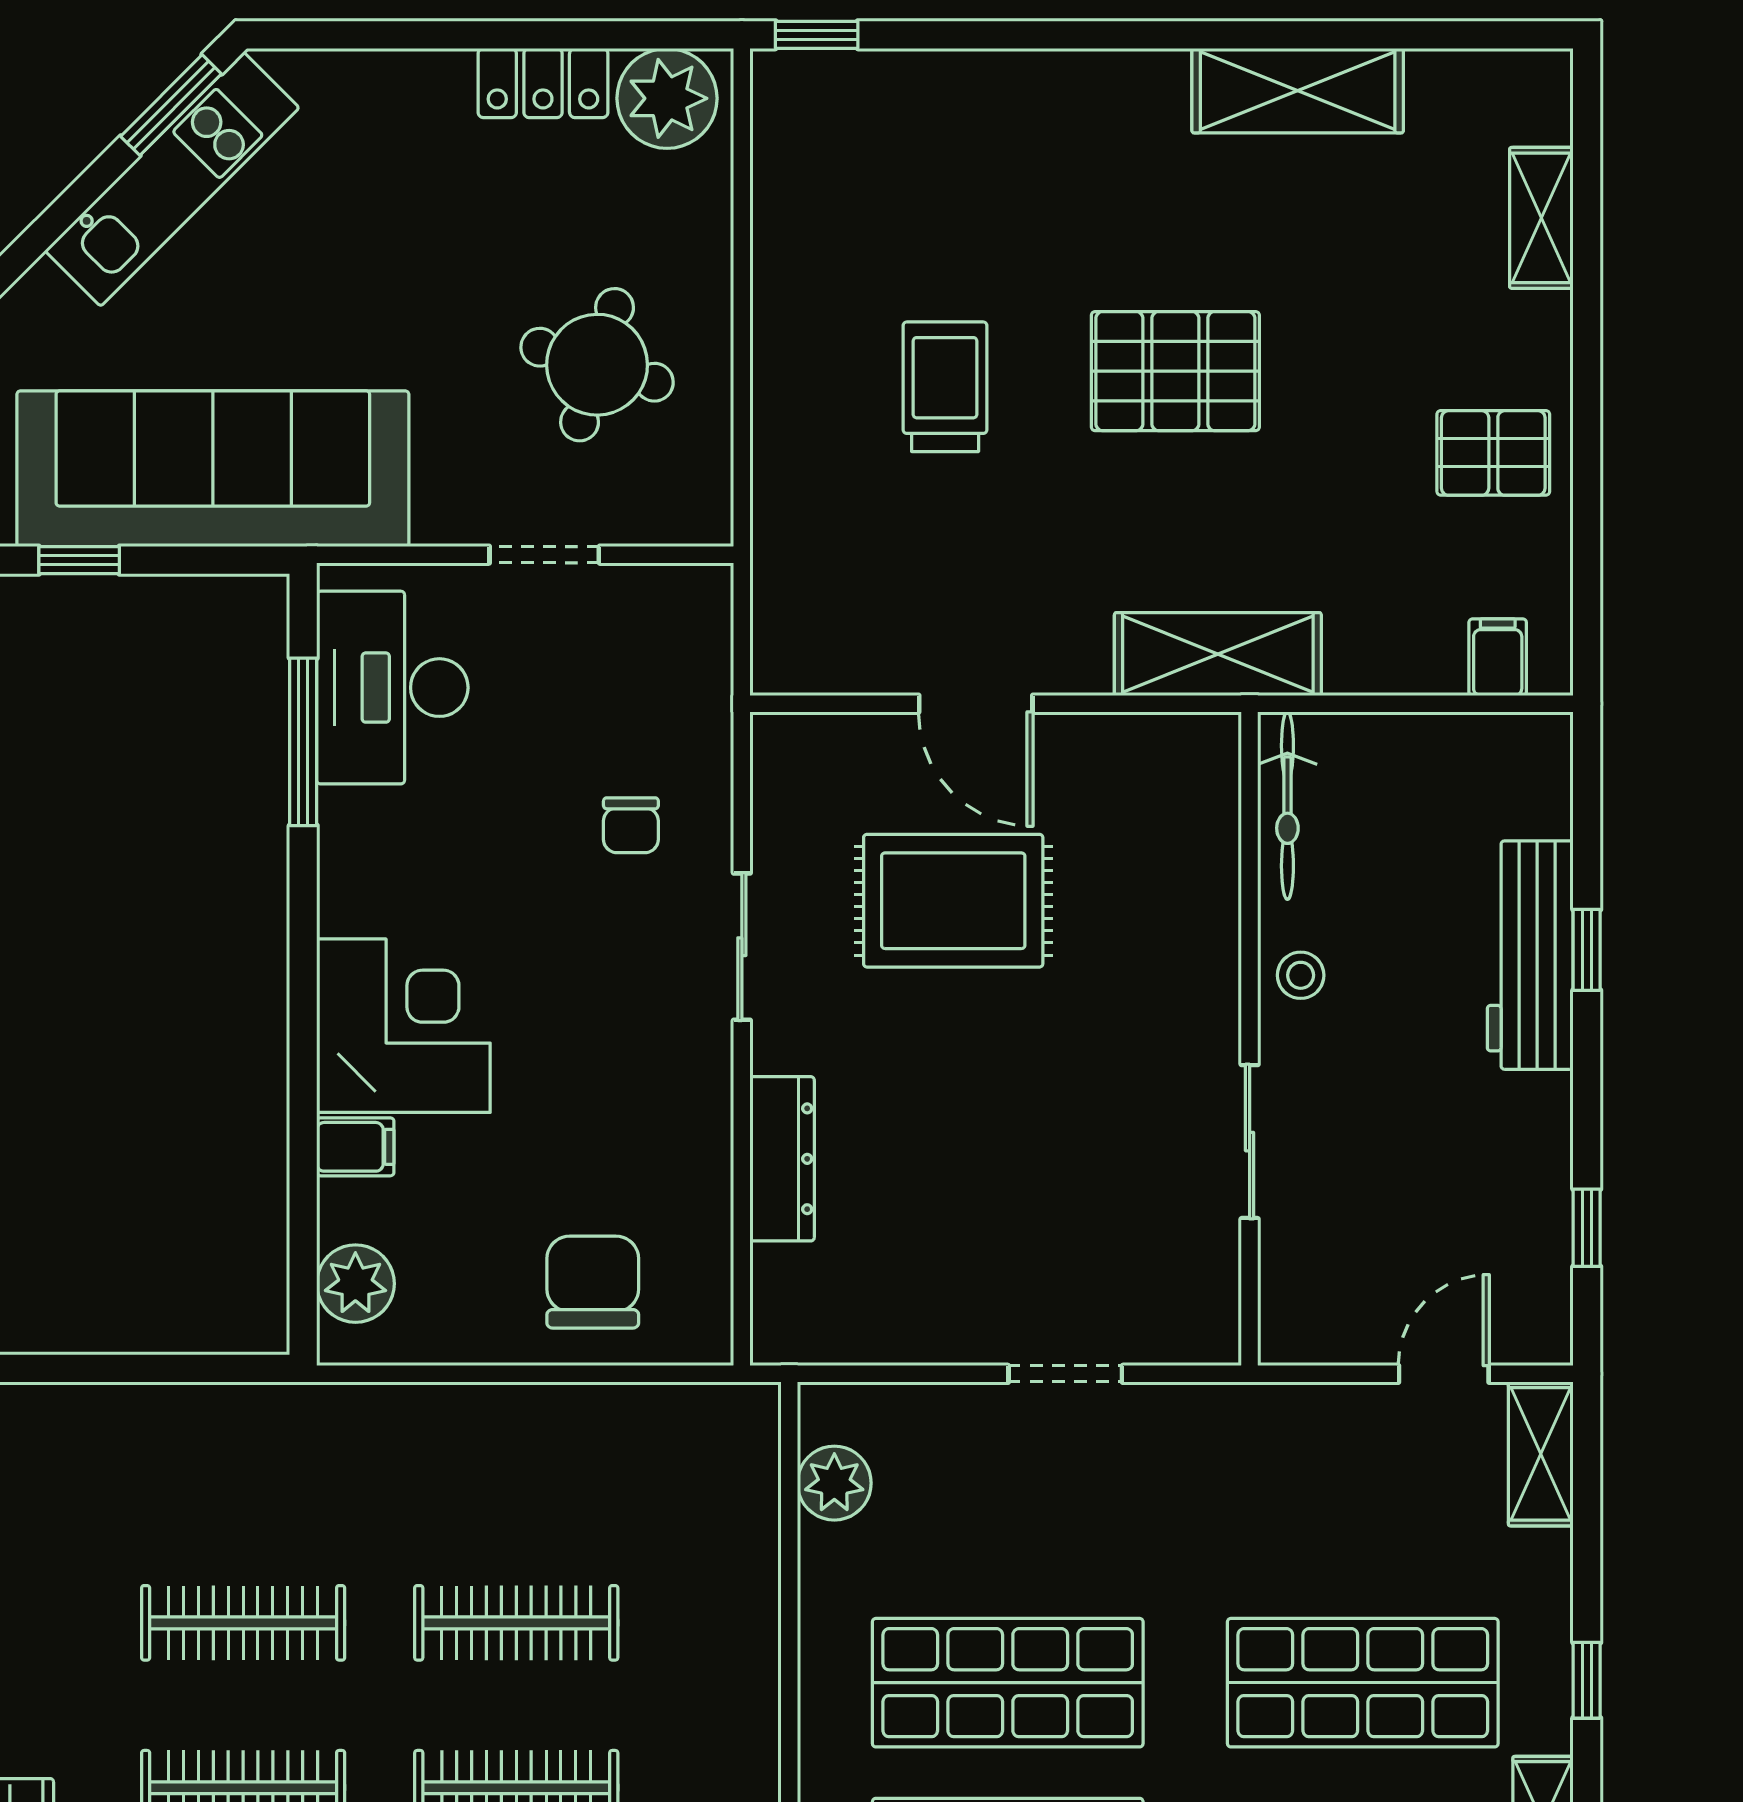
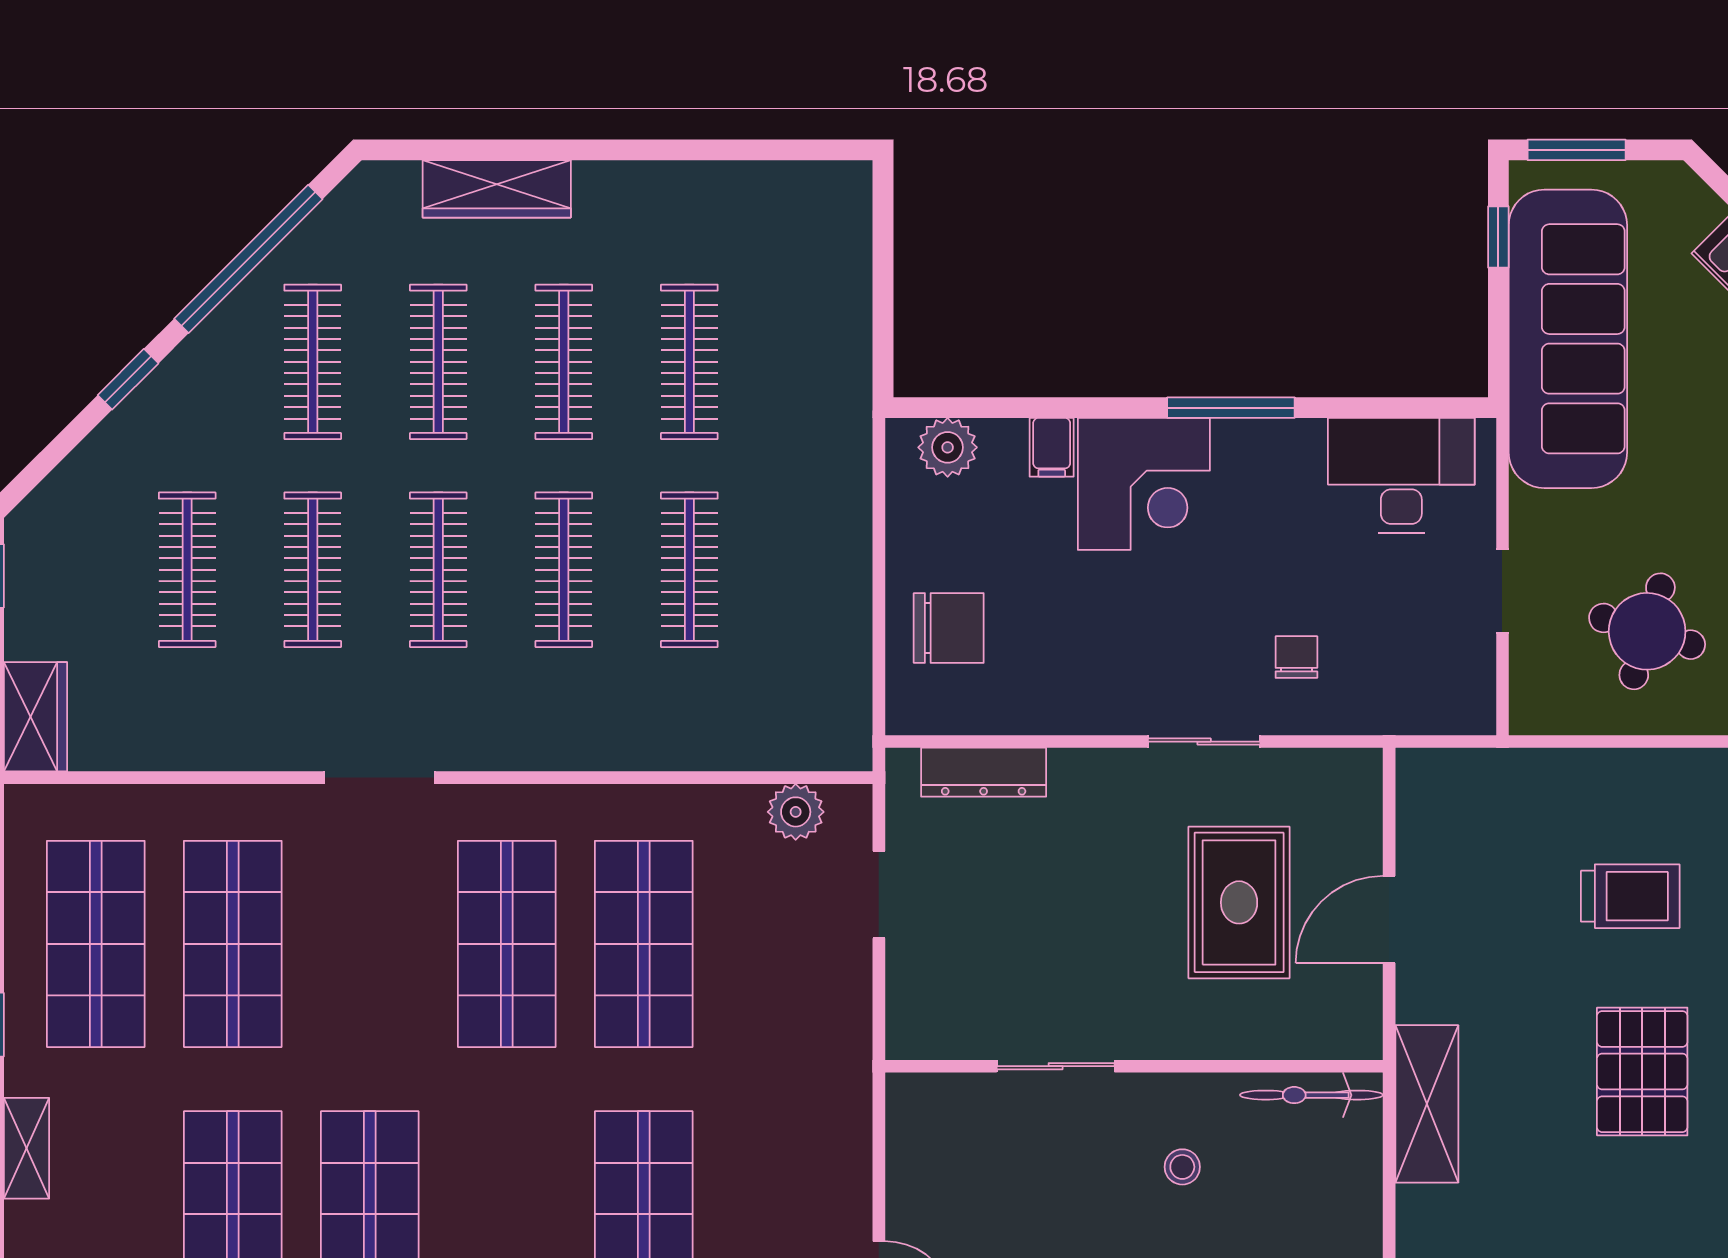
window: (303, 742) -> (1231, 408), moved
bicycle: (1287, 806) -> (1311, 1095), moved
chair: (631, 825) -> (1296, 657), turned 90
wall: (1250, 1039) -> (1134, 1066), moved
sliding door: (1250, 1142) -> (1056, 1066), moved
dresser: (782, 1159) -> (984, 772), moved
doorway: (1065, 1374) -> (879, 895), moved

